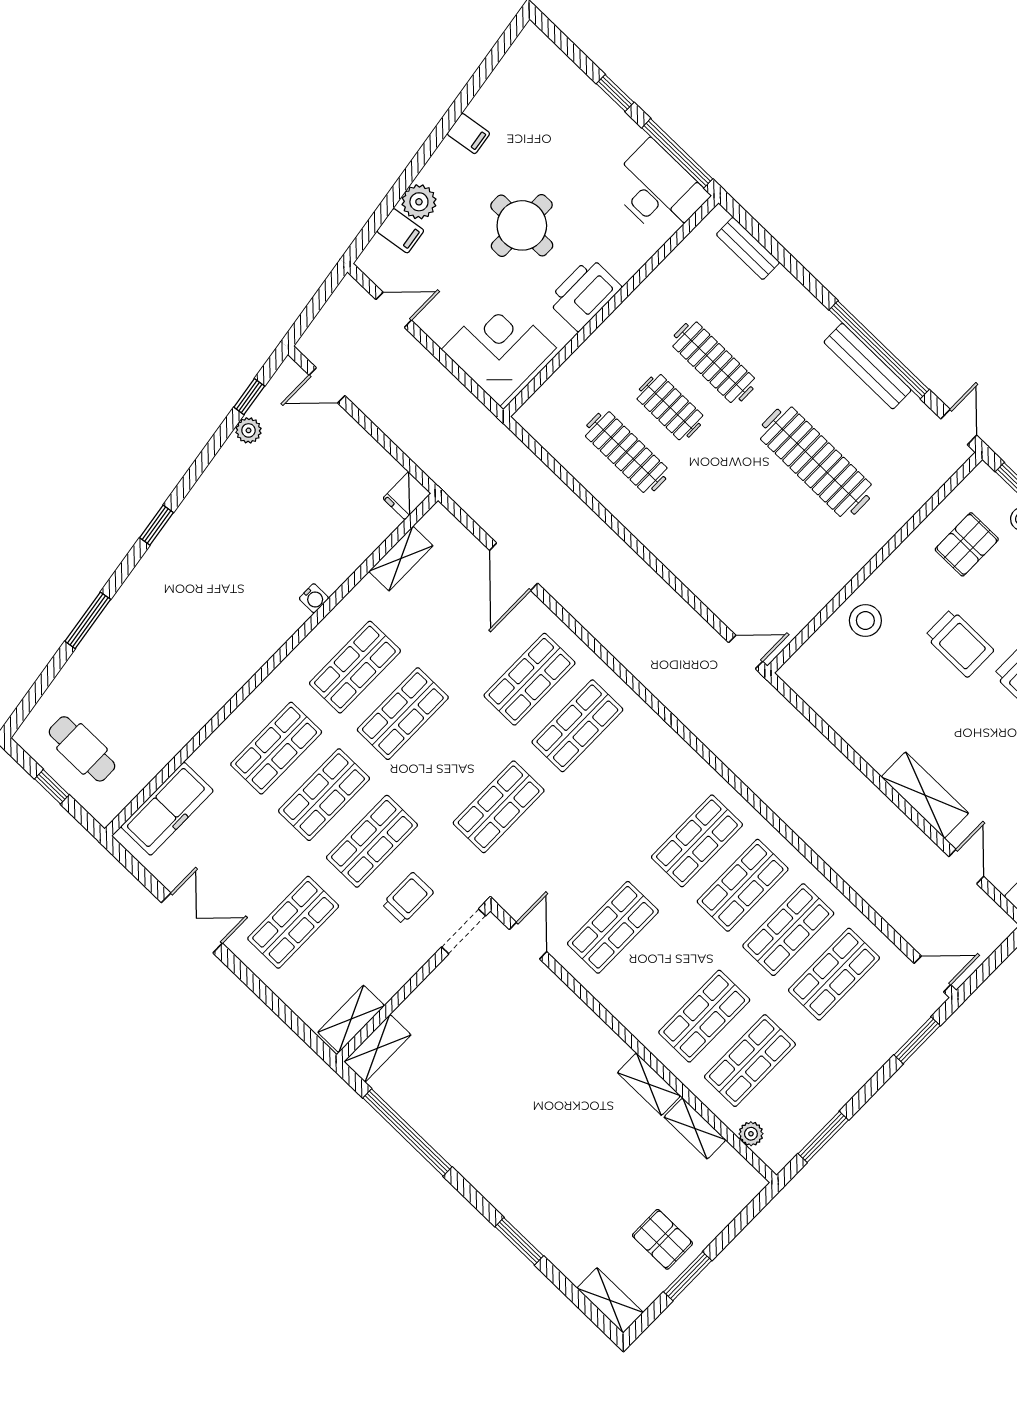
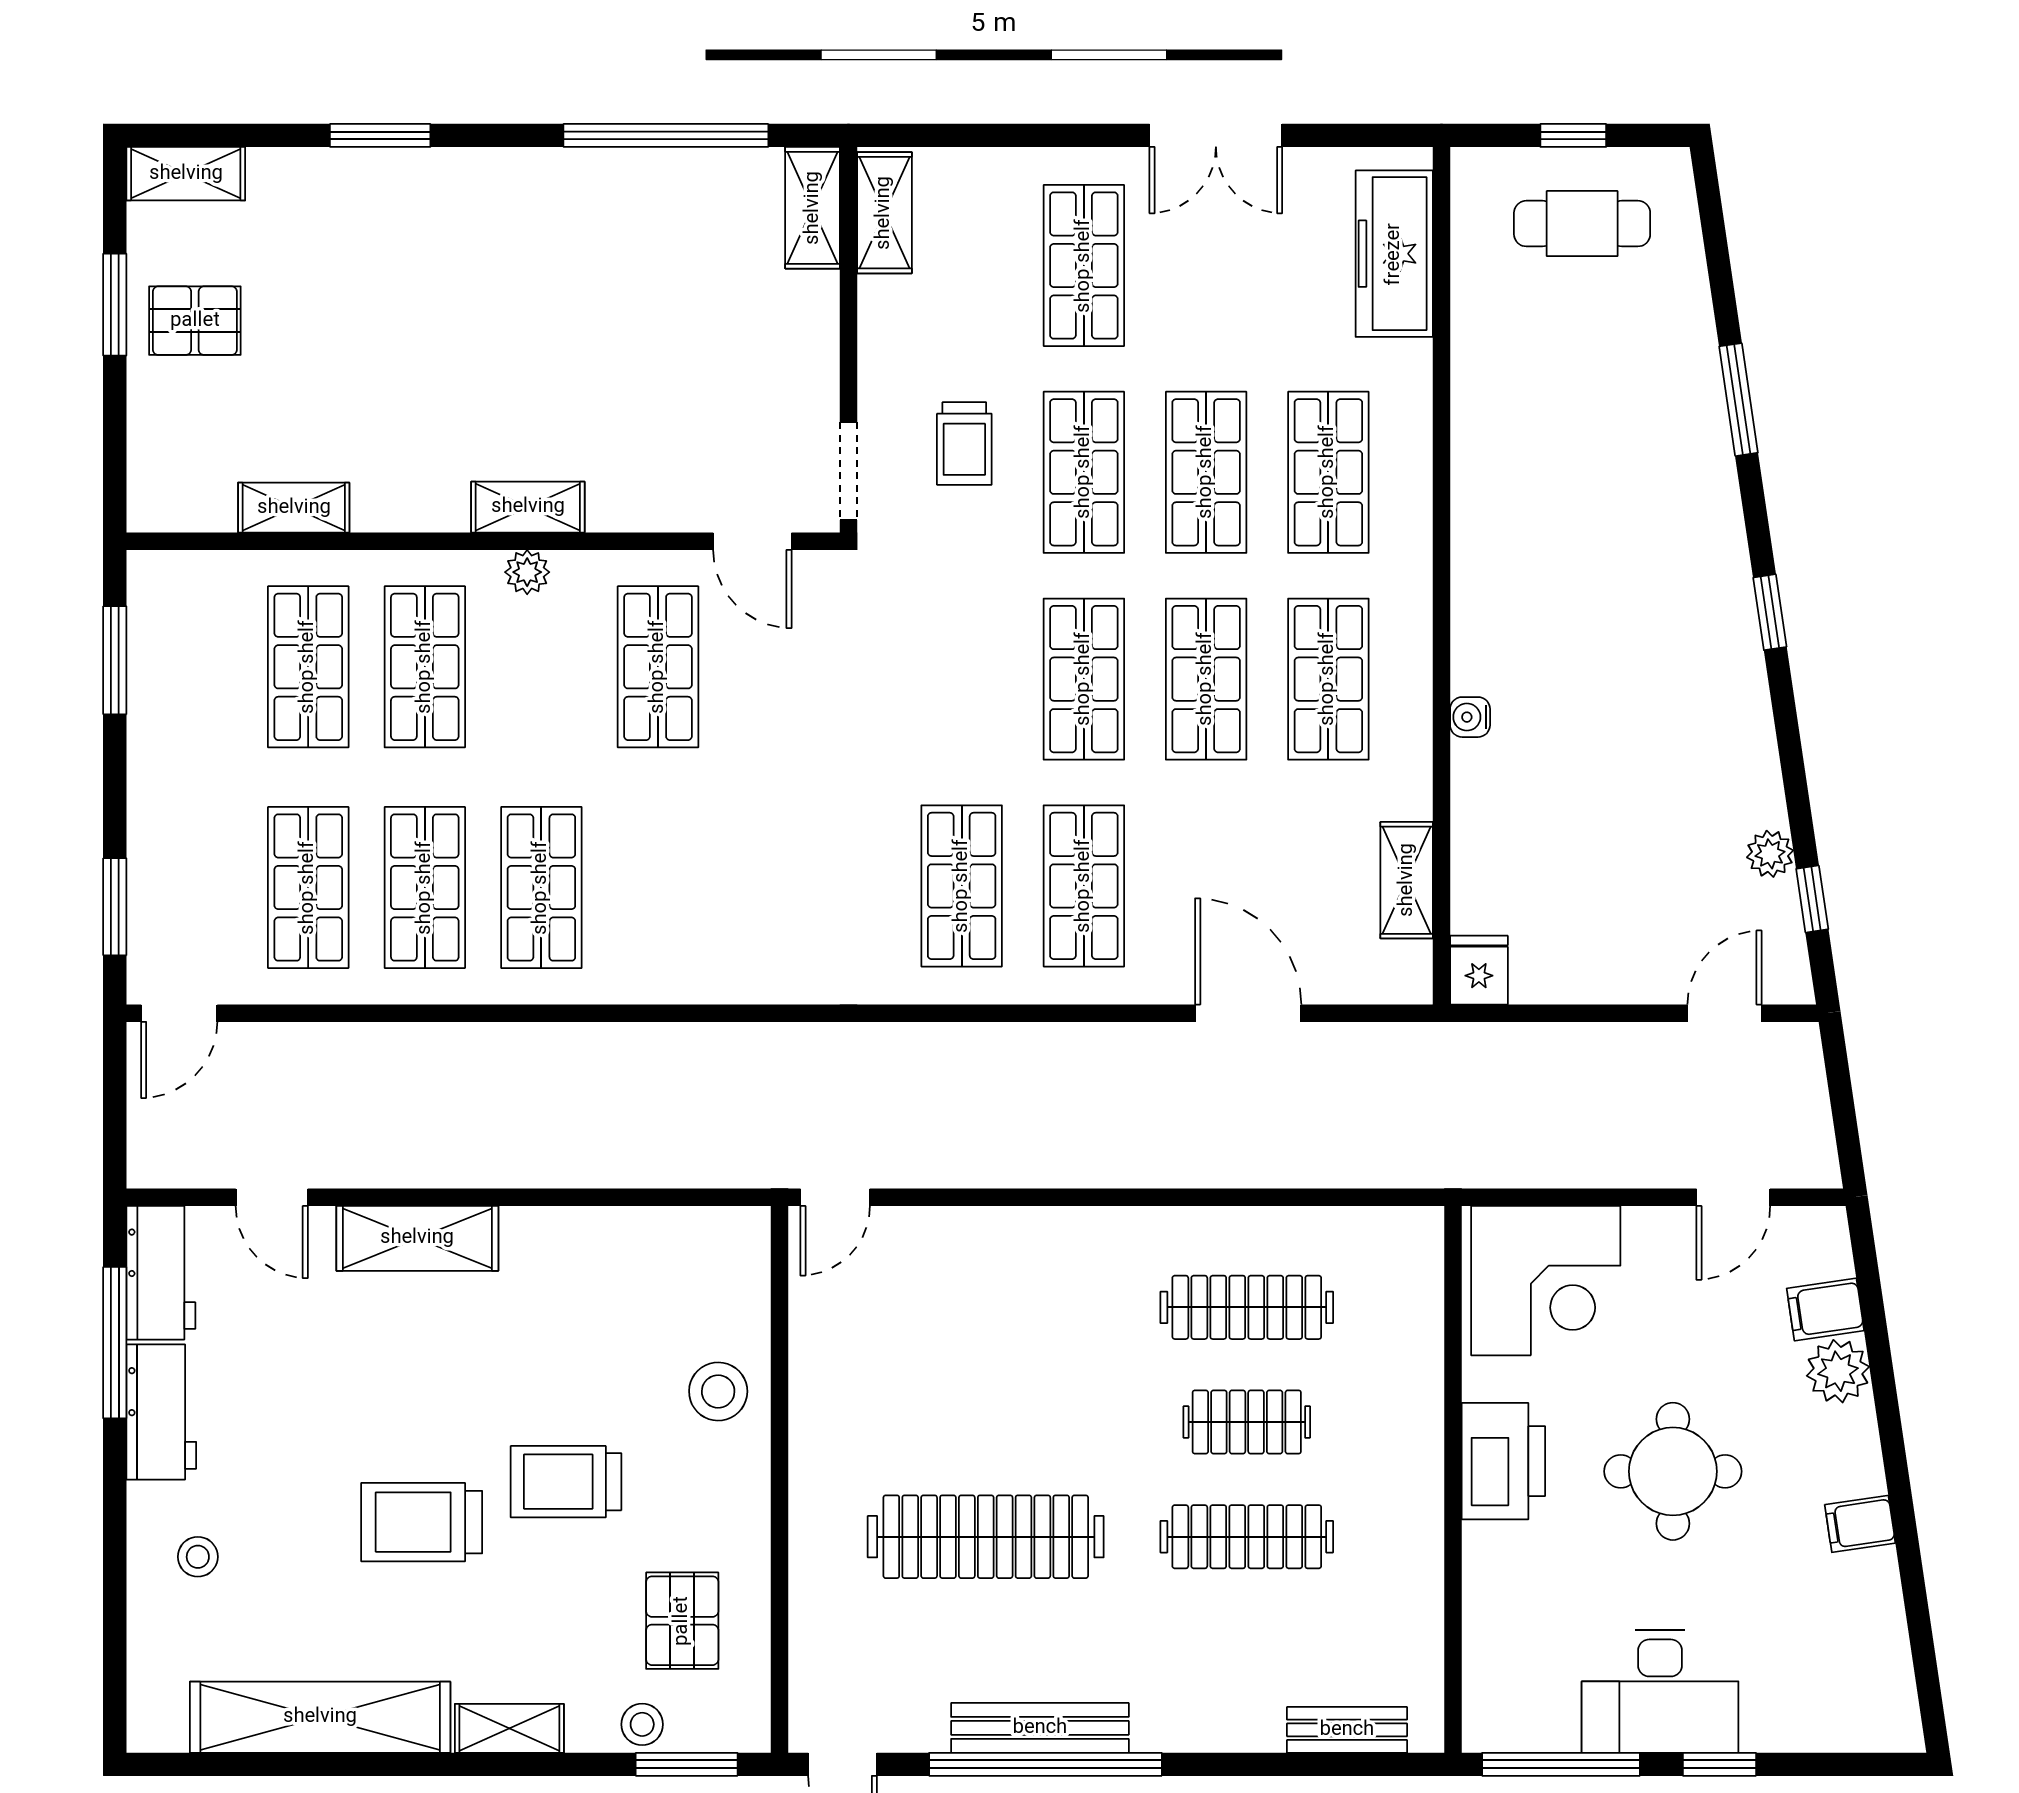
desk: (658, 190) -> (1660, 1691), moved
shop shelf: (499, 807) -> (1084, 679), moved
shop shelf: (697, 841) -> (658, 888), removed
shelving: (649, 1084) -> (528, 507), moved
plant: (751, 1134) -> (527, 572), moved

